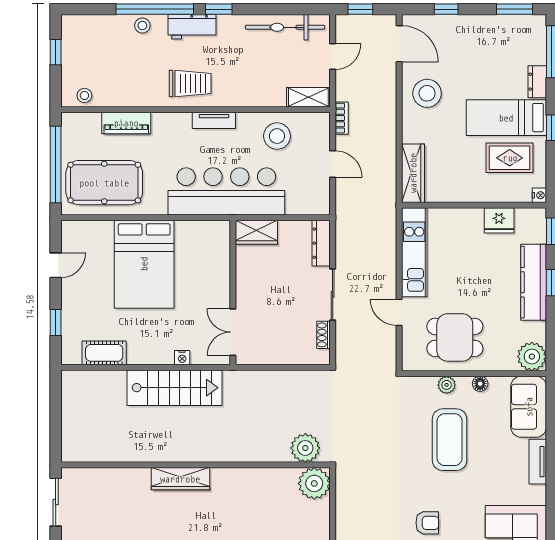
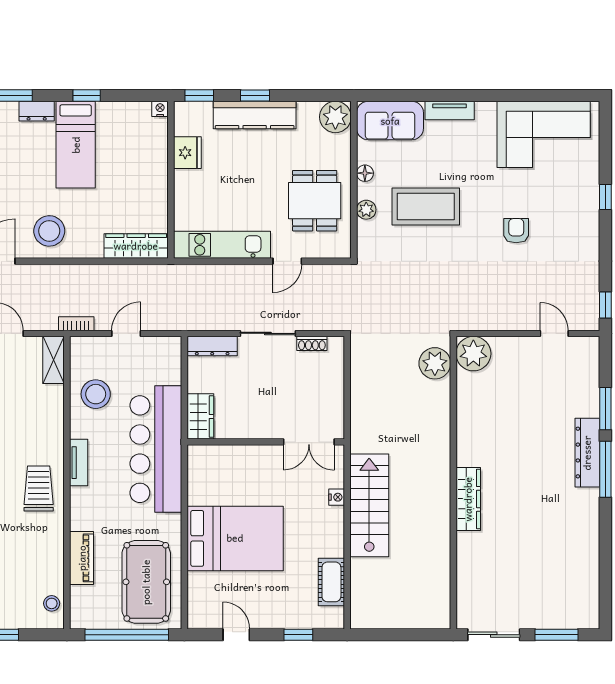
rug: (510, 158) -> (119, 141), removed

